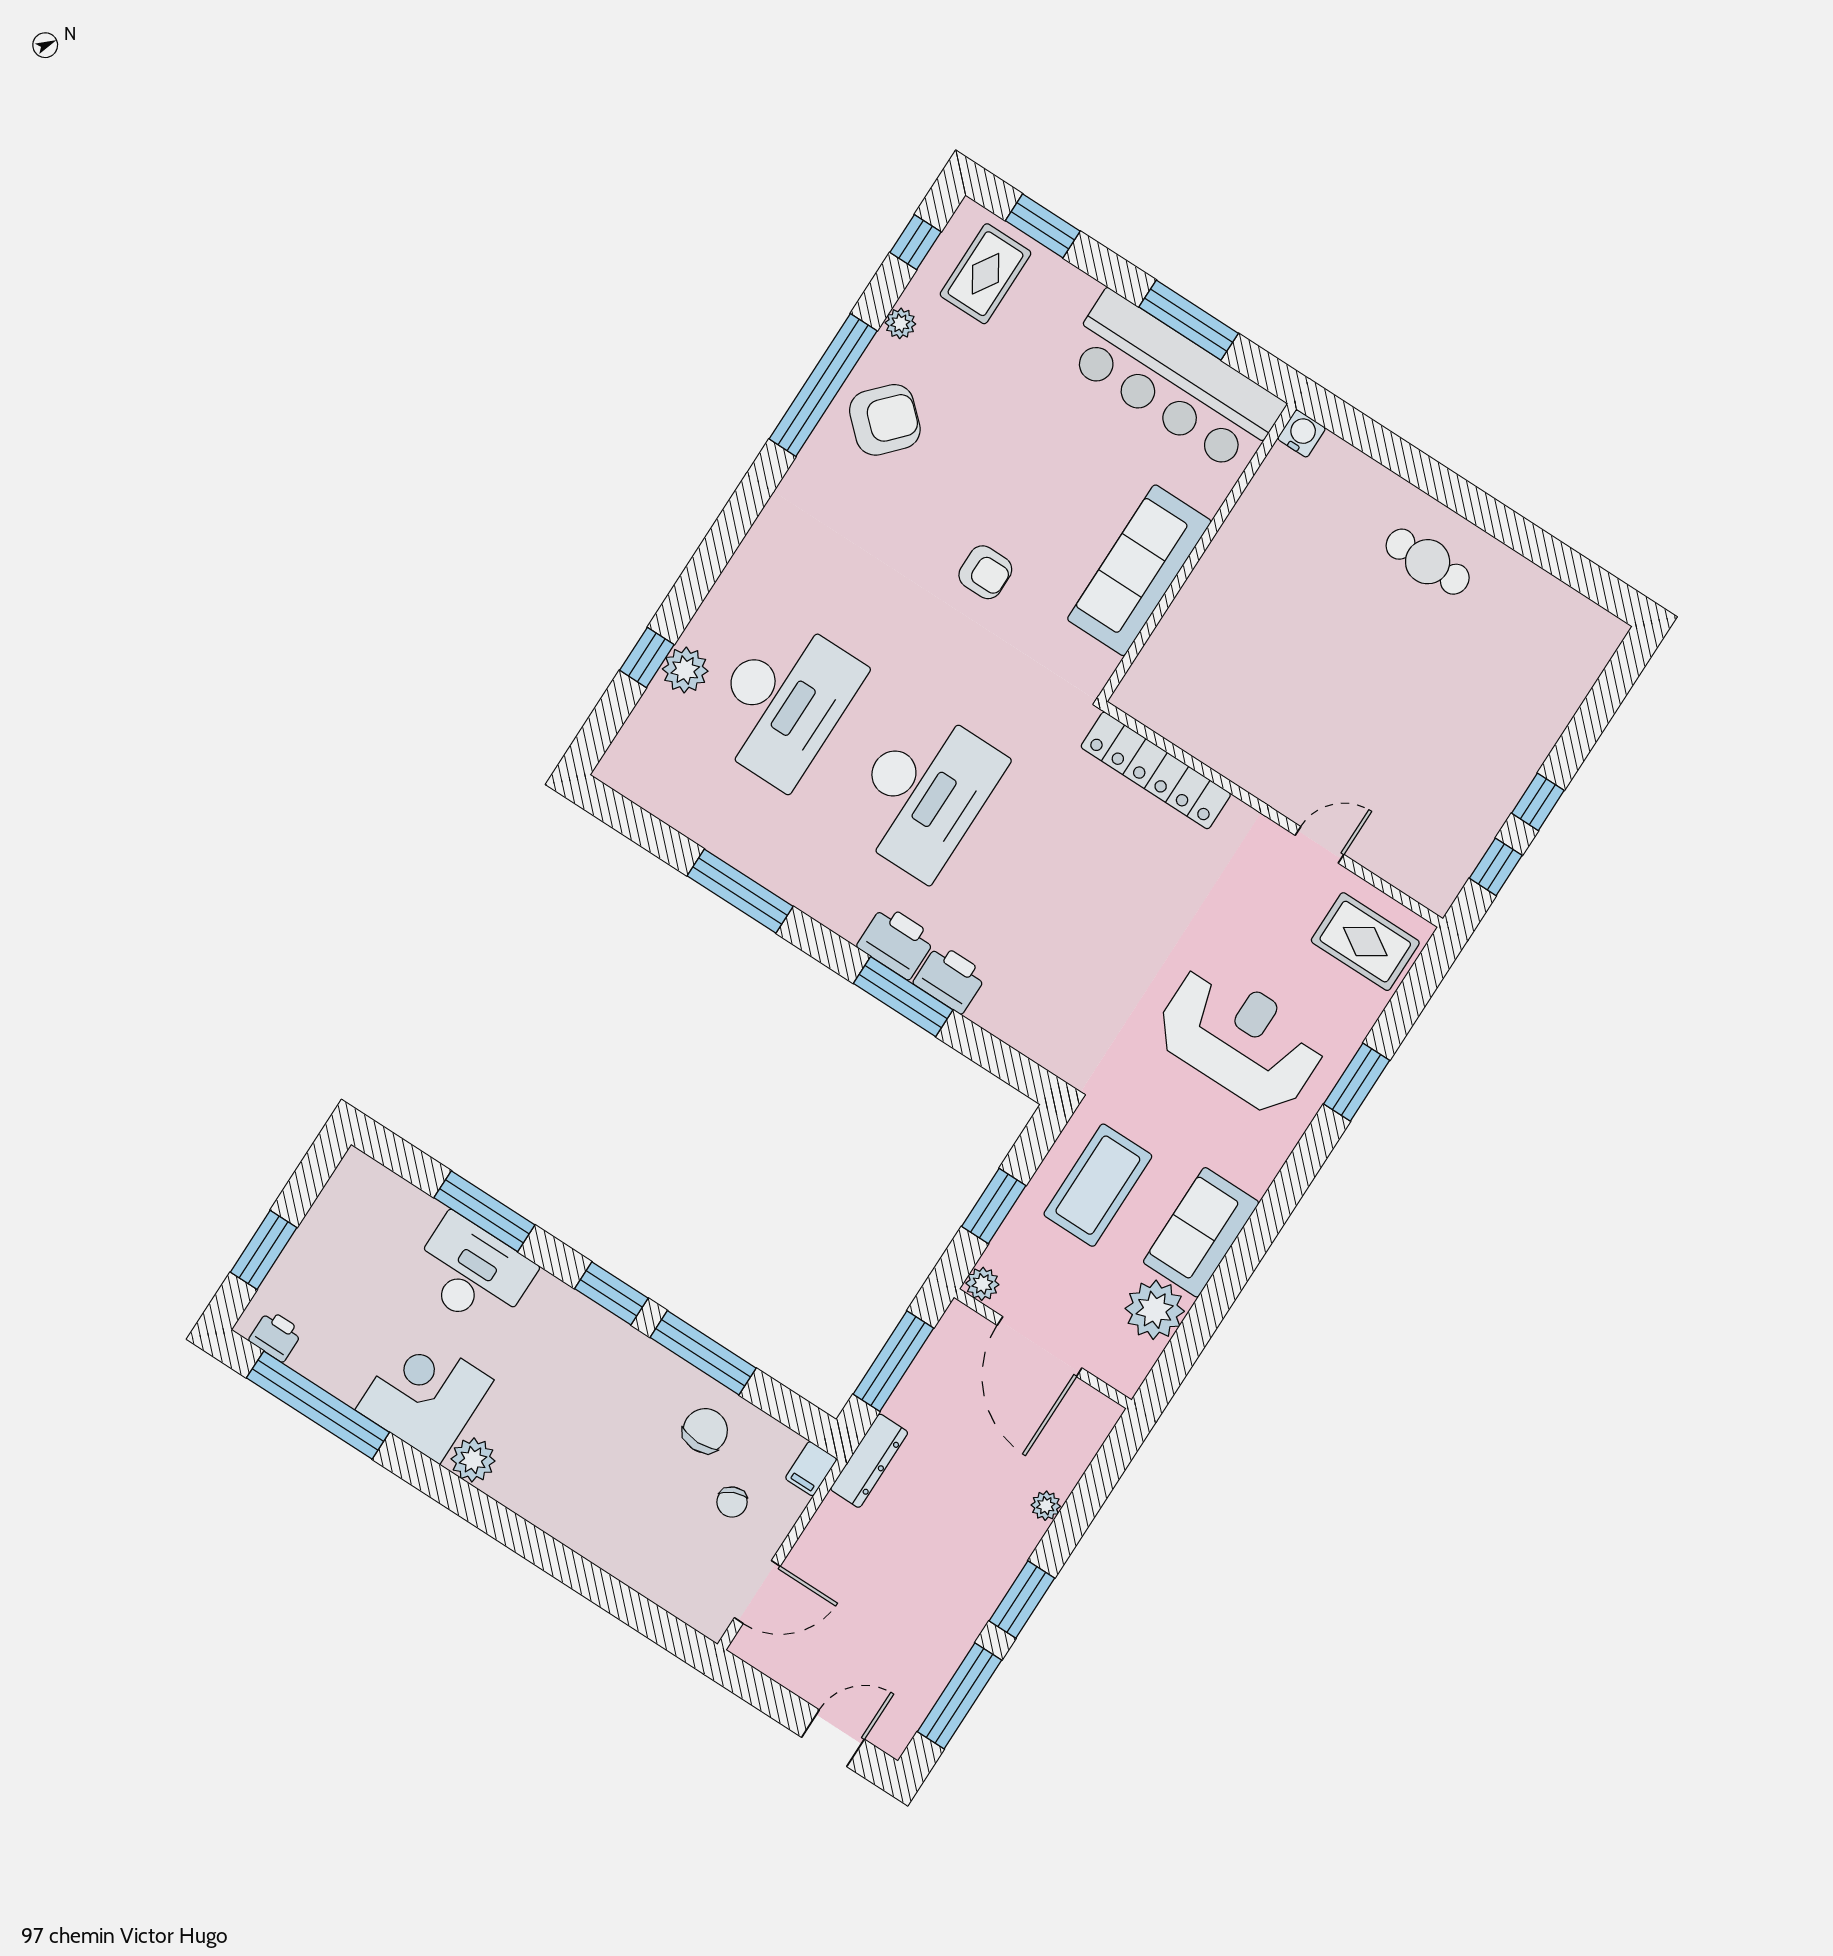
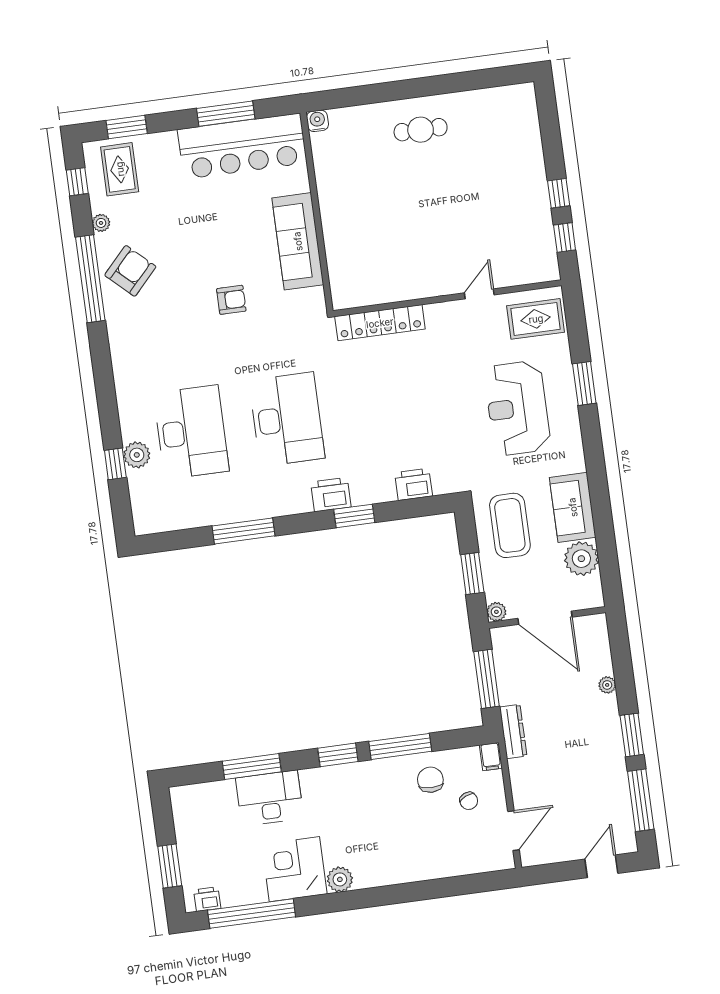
printer: (950, 979) -> (414, 484), moved
window: (903, 997) -> (354, 516), width x0.69
reception desk: (1240, 1039) -> (517, 408), turned -90

